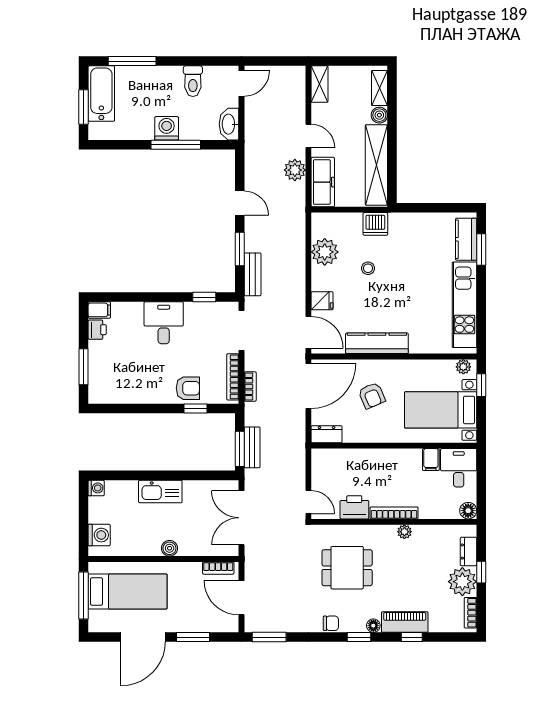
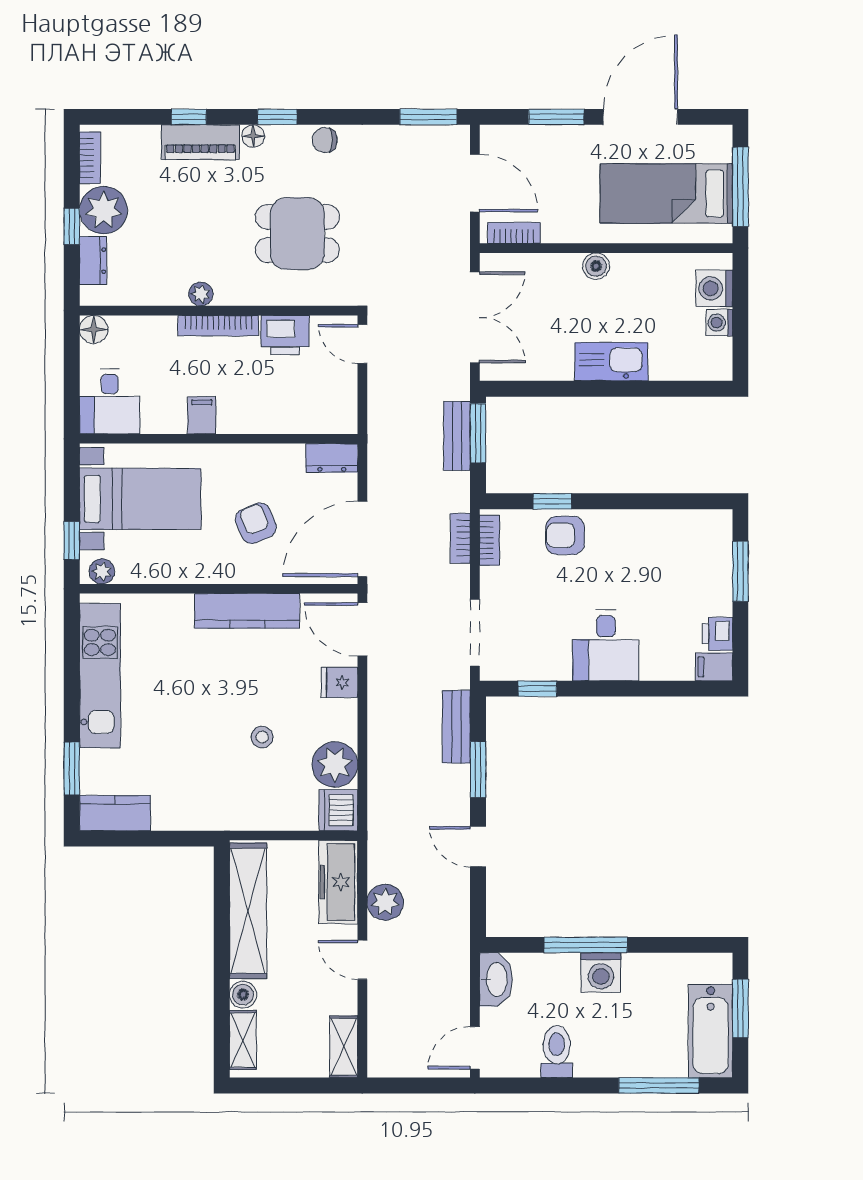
dishwasher: (375, 224) -> (338, 810), moved, turned -90
kitchen counter: (466, 239) -> (115, 813), moved, turned -90
bookcase: (233, 377) -> (490, 540), width x0.64
filing cabinet: (431, 460) -> (202, 415), moved
washing machine: (96, 488) -> (719, 323), moved

